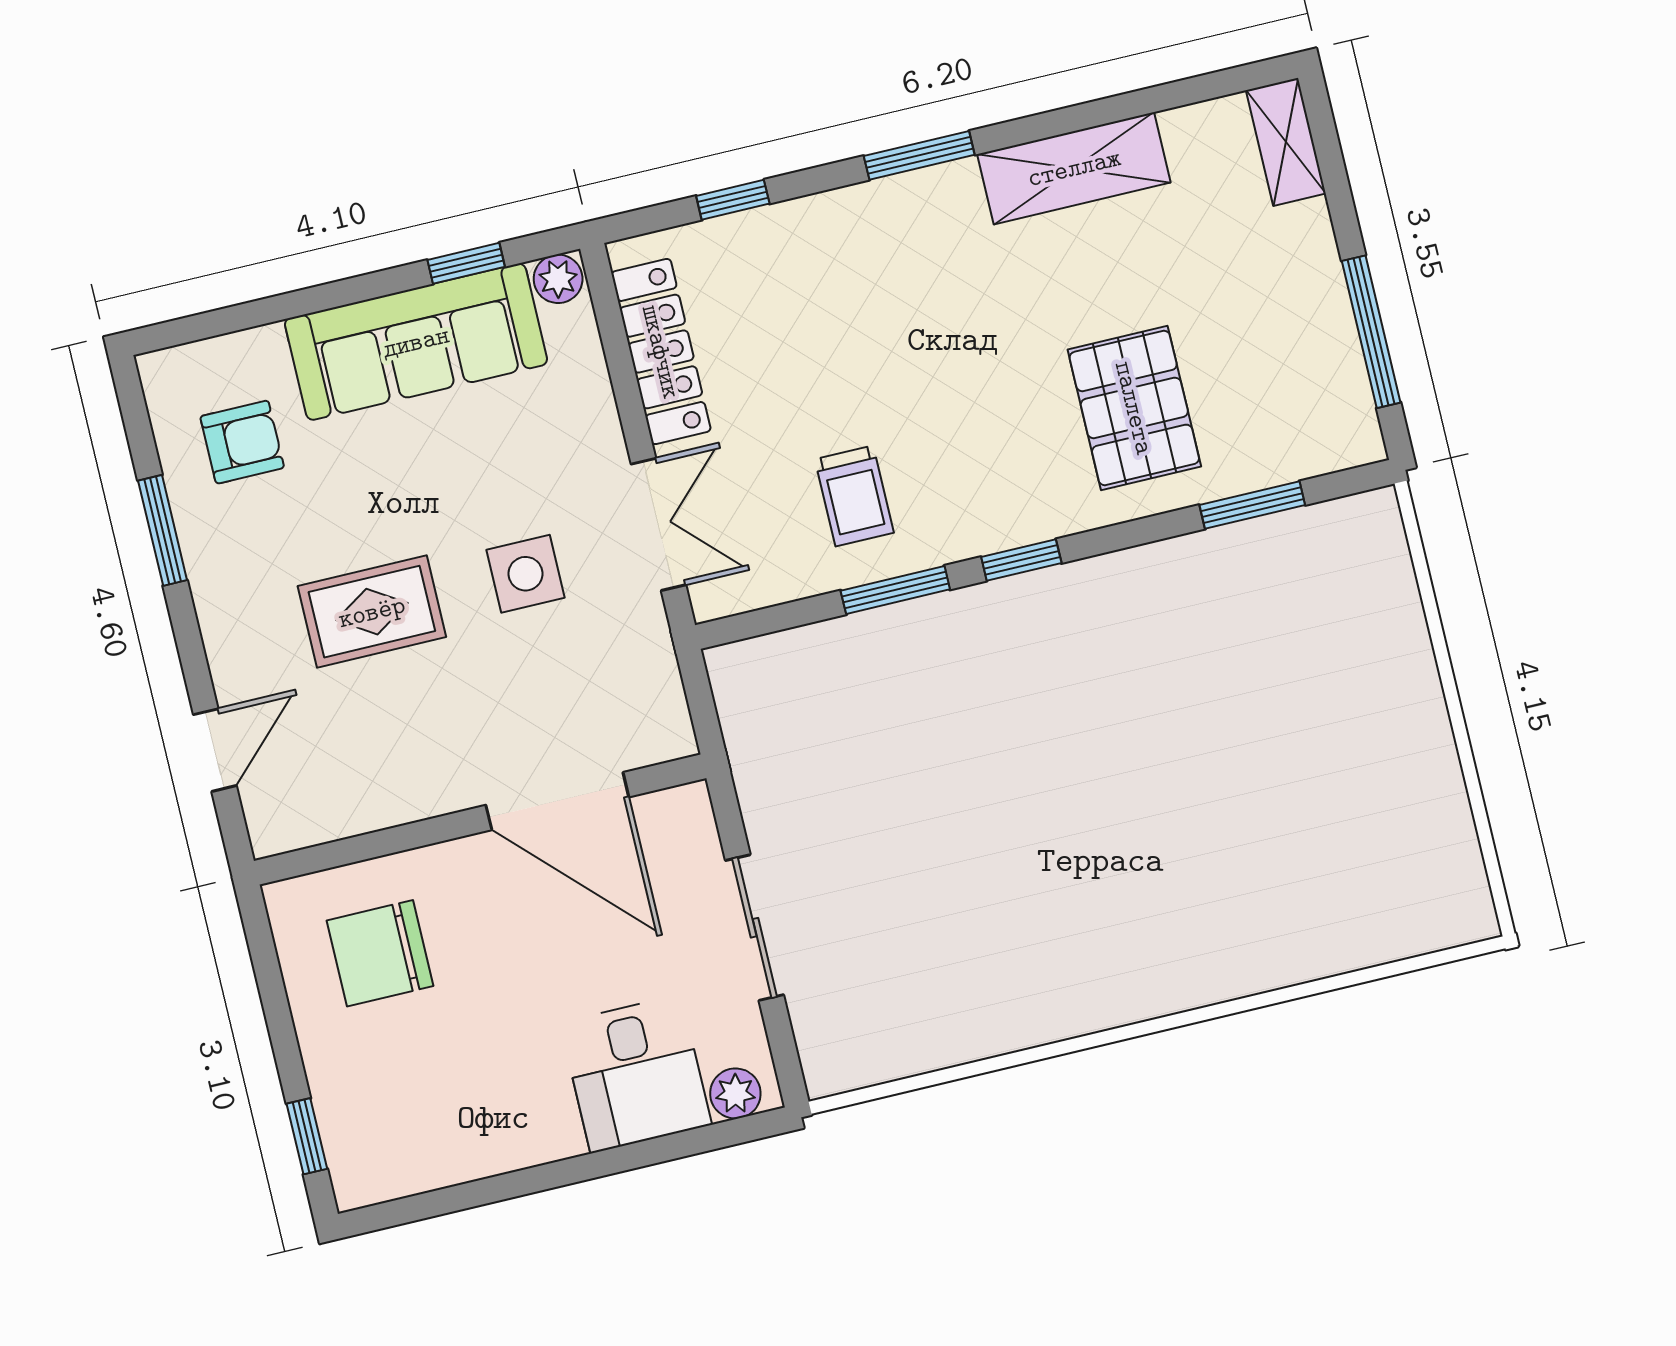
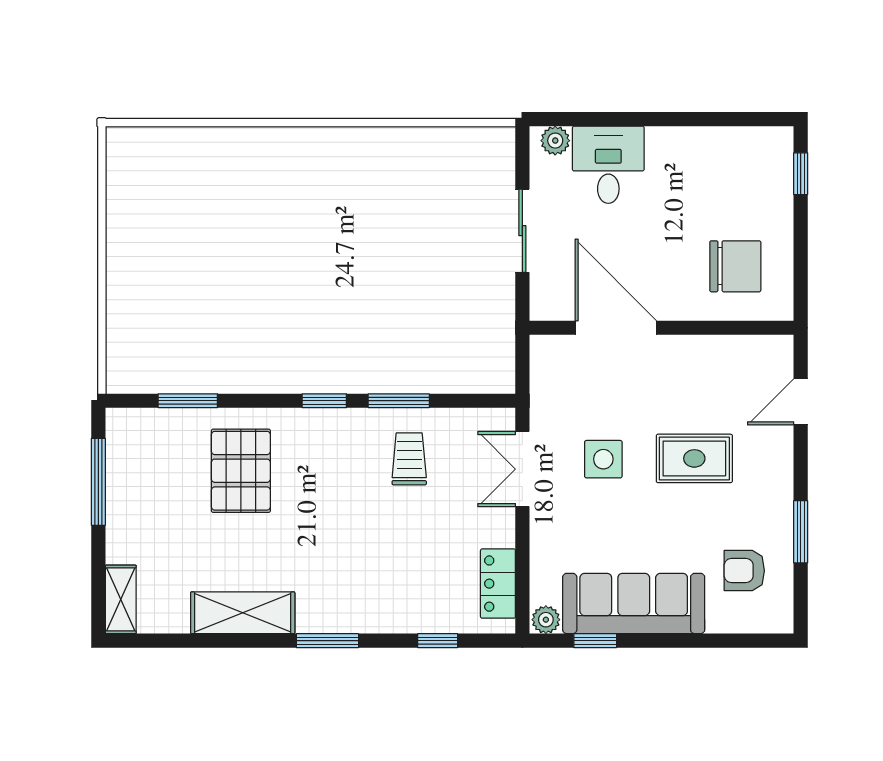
locker: (661, 352) -> (498, 584), width x0.66

